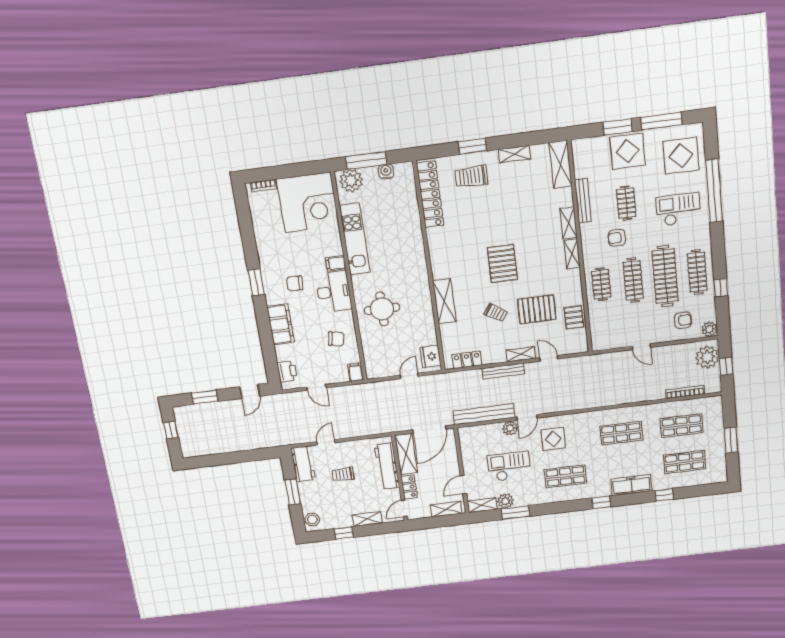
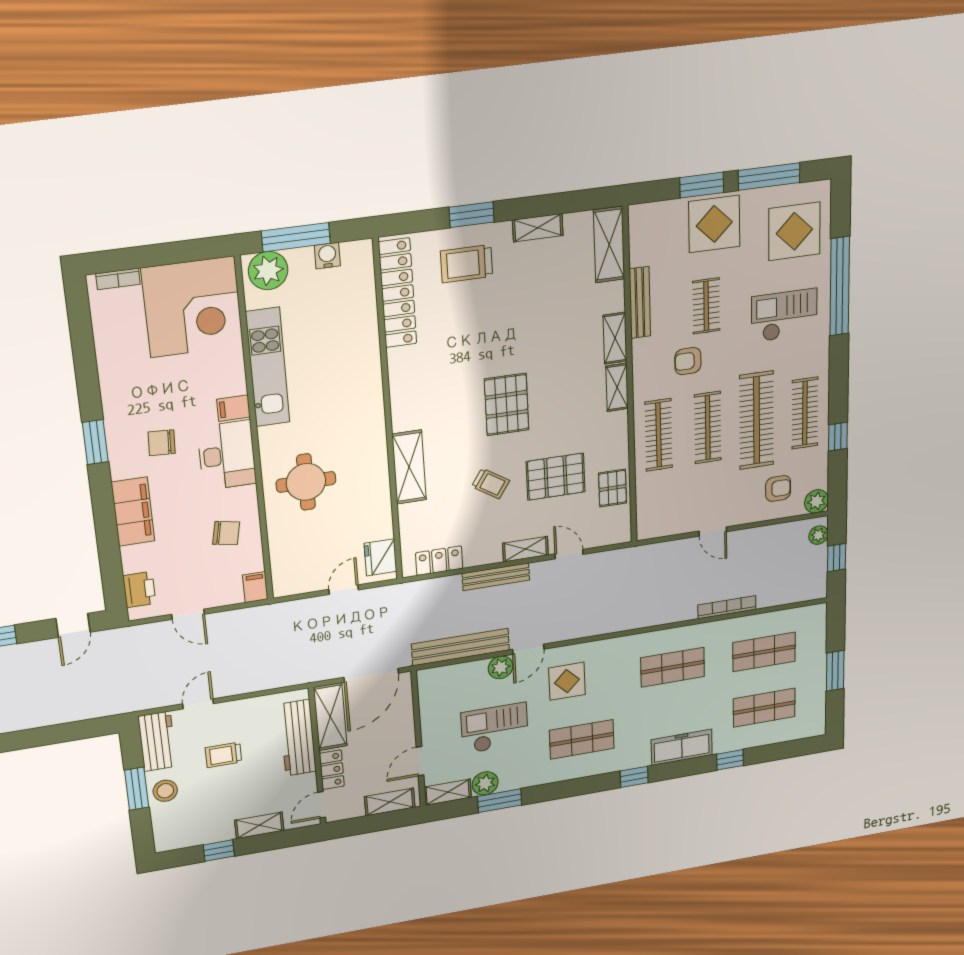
clothes rail: (601, 284) -> (659, 435), width x1.36
plant: (707, 357) -> (818, 535), width x0.53, depth x0.53
bookcase: (685, 392) -> (727, 607), moved
stool: (312, 520) -> (165, 791), moved

